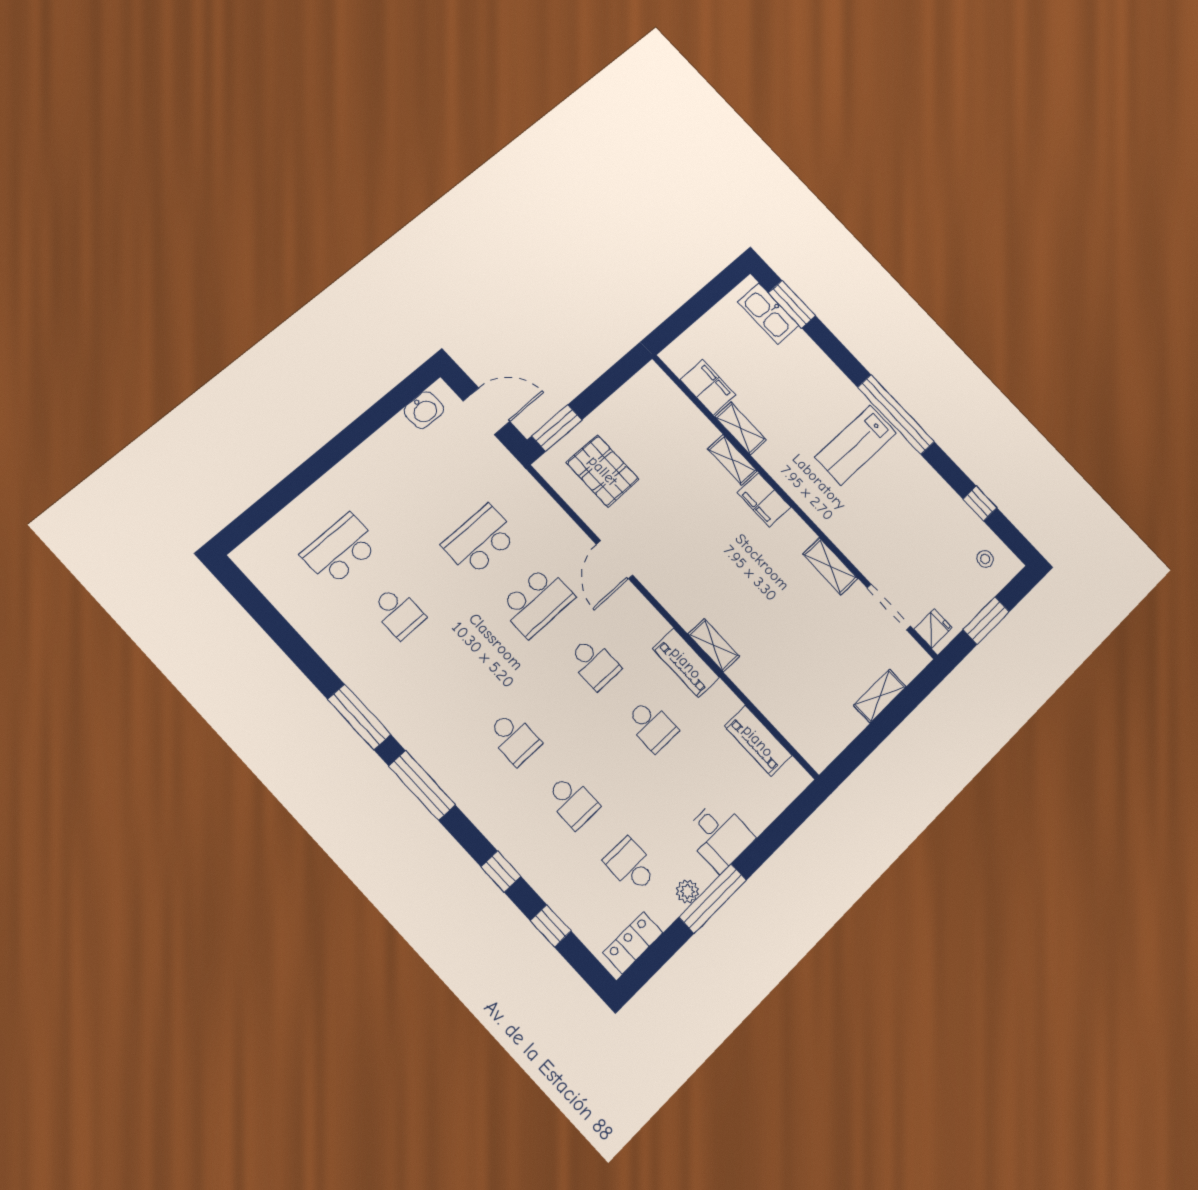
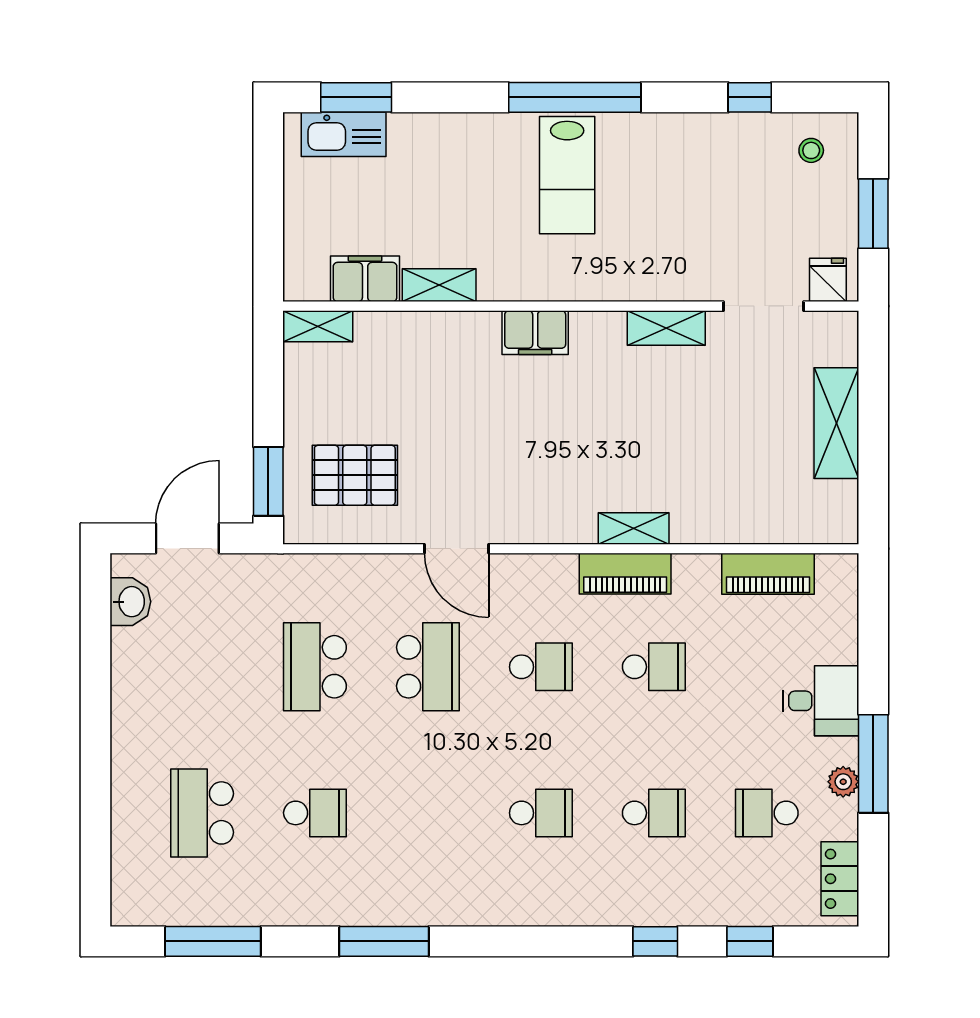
shelving: (732, 460) -> (318, 326), moved
shelving: (880, 696) -> (836, 423), width x1.50, depth x1.33
window: (422, 786) -> (213, 941), moved

